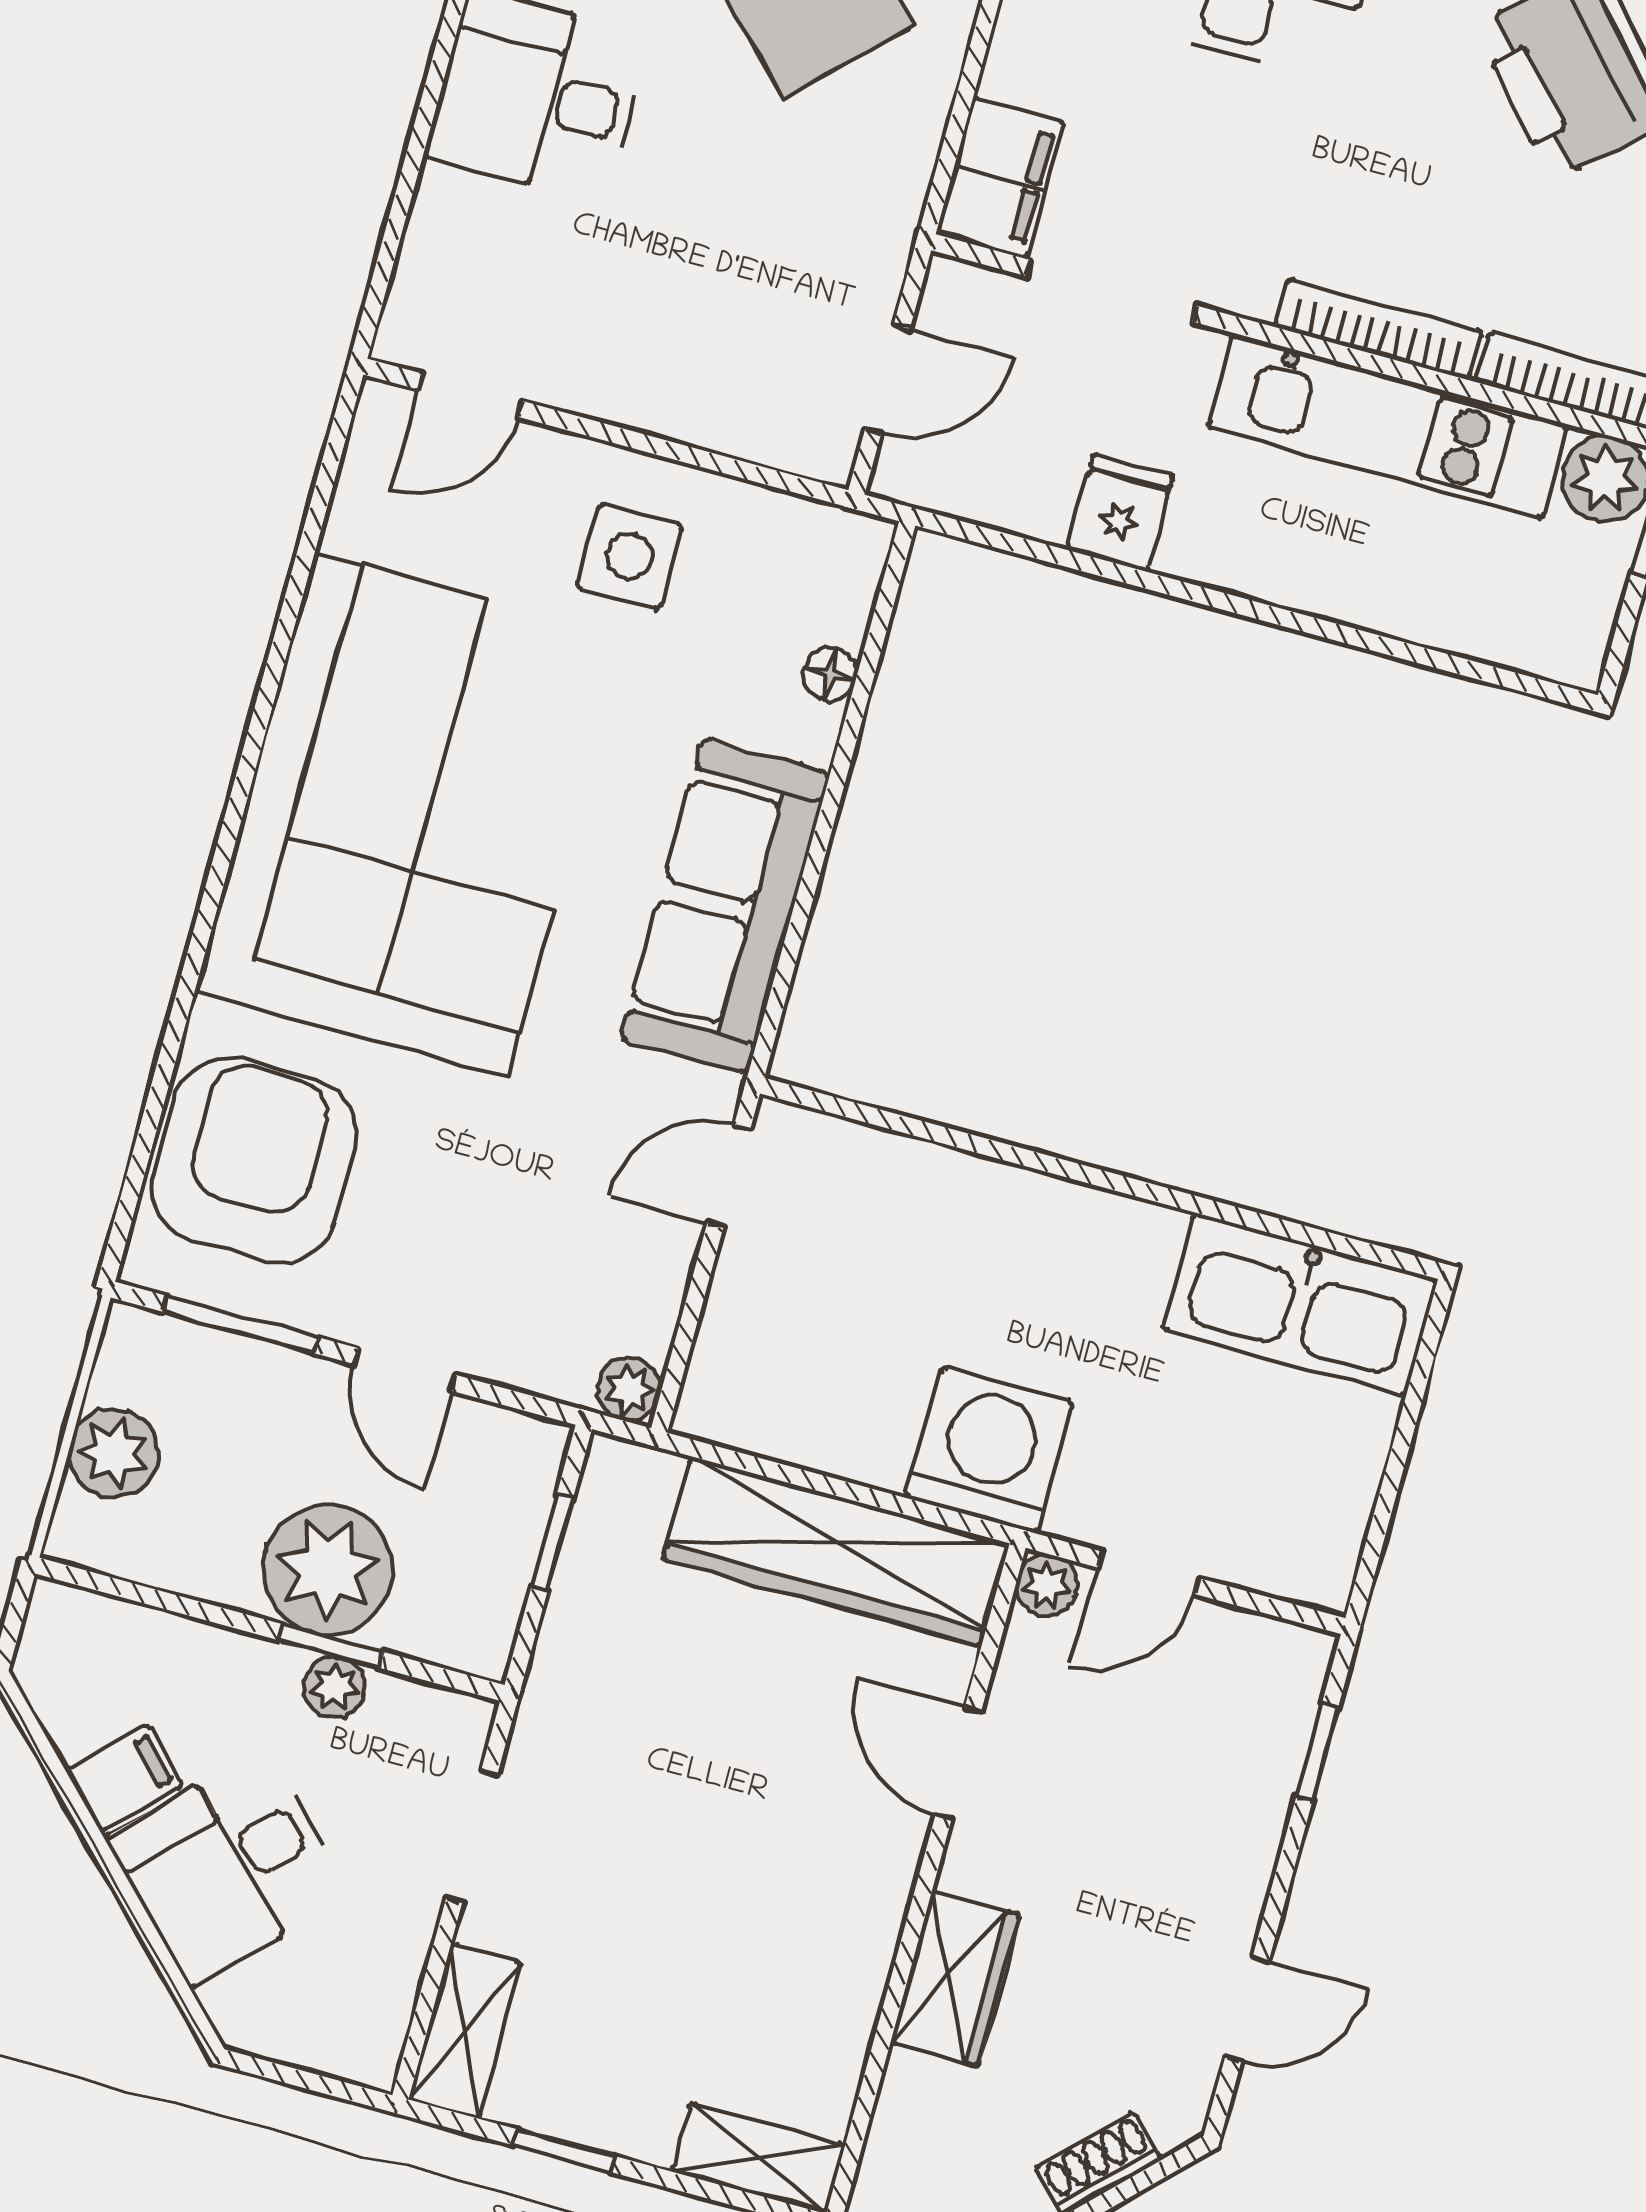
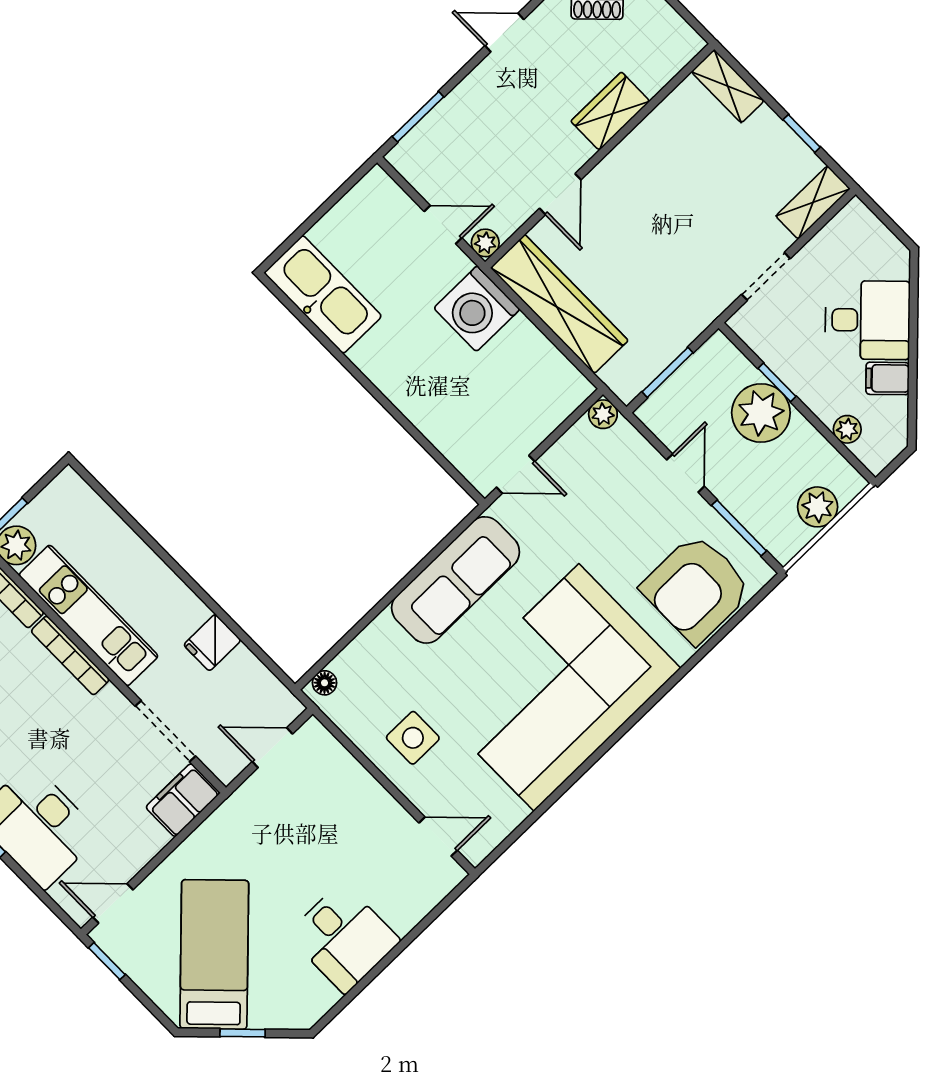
floor lamp: (830, 674) -> (325, 683), moved
window: (552, 1542) -> (668, 372), width x1.50
plant: (334, 1687) -> (847, 429), moved
window: (1317, 1752) -> (418, 117), width x1.50

